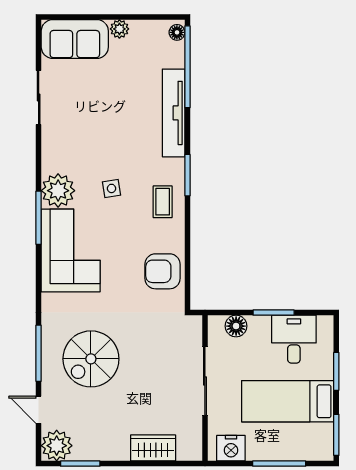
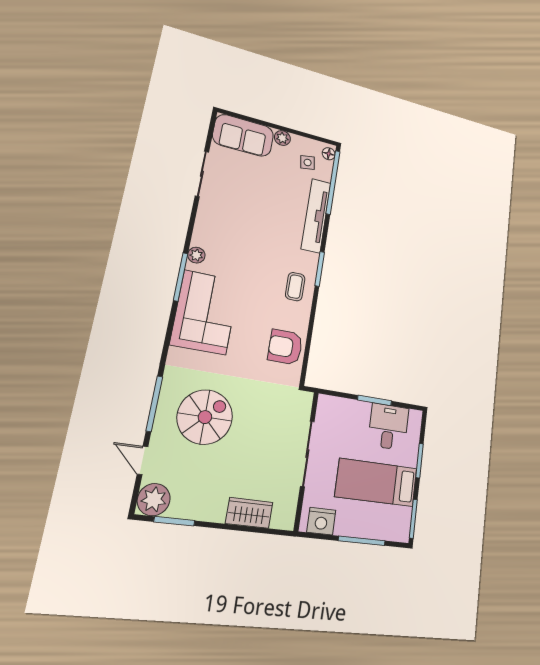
side table: (111, 188) -> (308, 163), moved
plant: (58, 191) -> (196, 255), width x0.53, depth x0.53
floor lamp: (236, 326) -> (342, 407), removed
spiral stairs: (91, 359) -> (205, 417), turned 180

